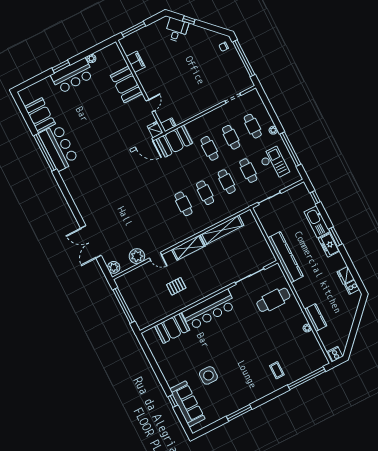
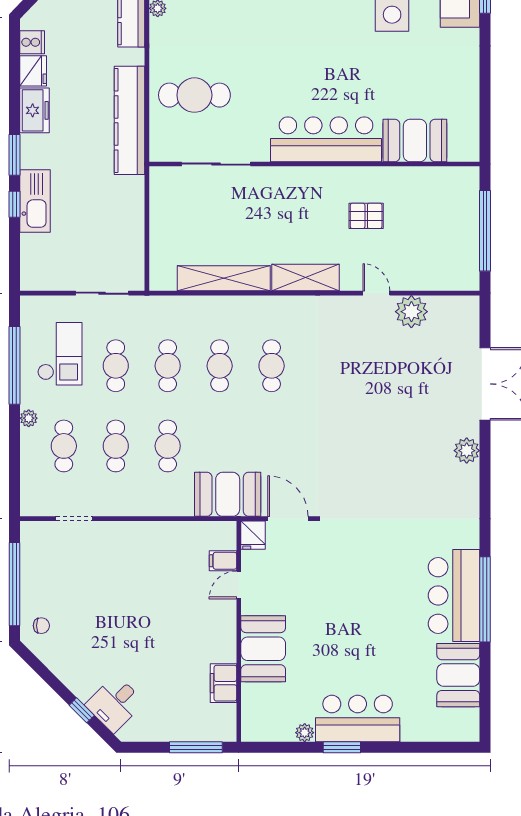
window: (61, 66) -> (342, 747), moved
filing cabinet: (168, 125) -> (223, 561), moved
checkout: (274, 164) -> (60, 354), turned 180
window: (315, 197) -> (14, 204), moved
freezer: (329, 245) -> (35, 110), moved
kitchen counter: (285, 257) -> (130, 120), moved
plant: (114, 267) -> (467, 451), moved

